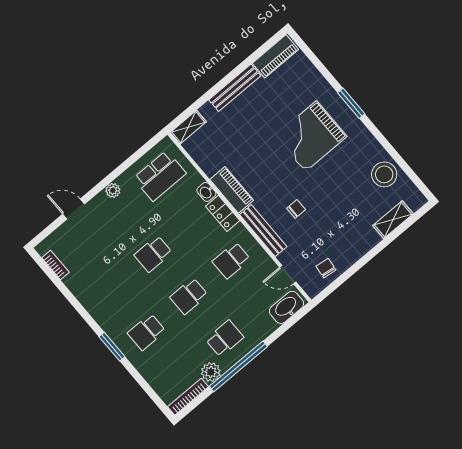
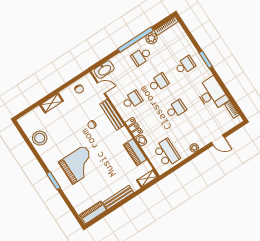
school desk: (160, 176) -> (167, 153), turned 90
piano: (232, 190) -> (135, 152), moved
shelving: (393, 220) -> (52, 103), moved
desk: (94, 288) -> (212, 94), added

